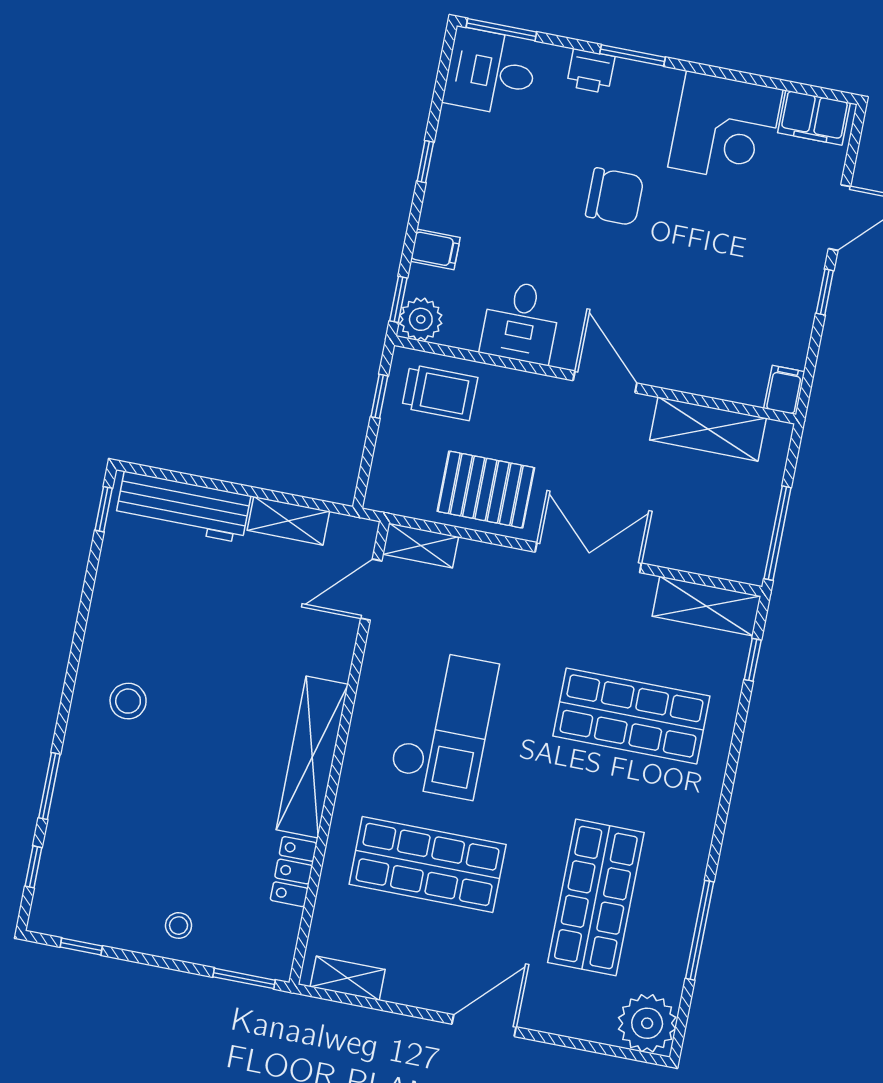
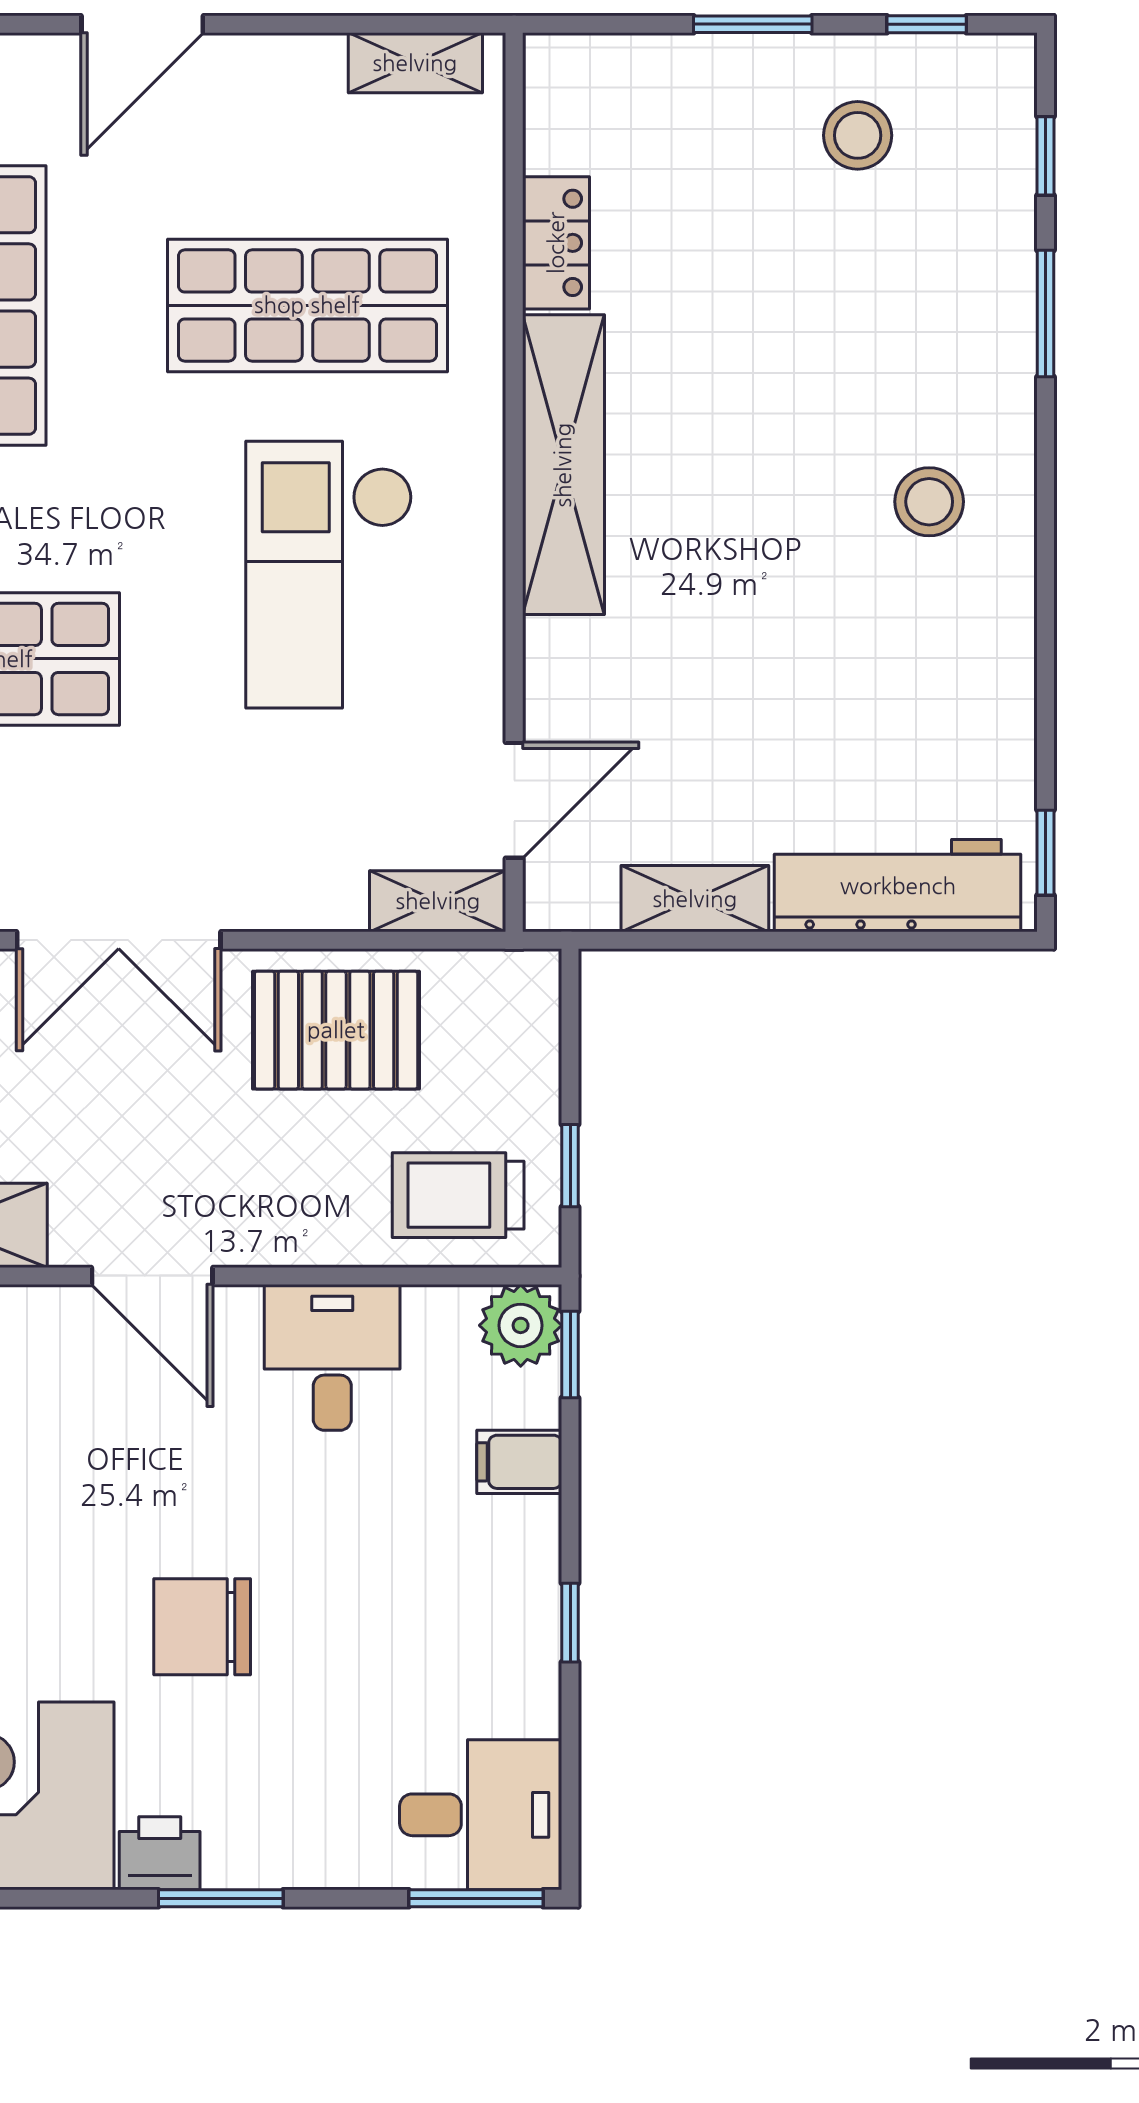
printer: (591, 71) -> (160, 1853), moved
stool: (179, 926) -> (858, 135), moved, width x1.37, depth x1.37
window: (244, 978) -> (753, 24), moved

